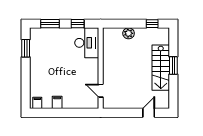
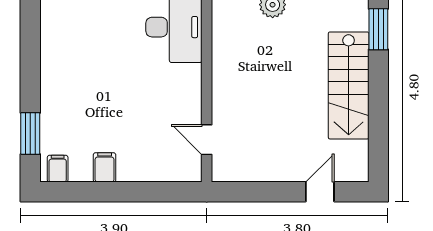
window: (26, 48) -> (30, 134), moved
window: (173, 66) -> (378, 29), moved

